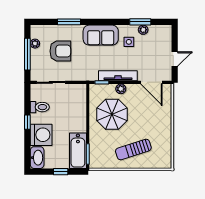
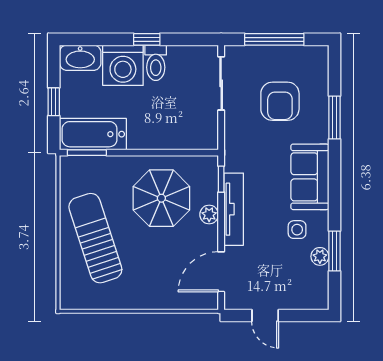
plant: (35, 44) -> (294, 54), removed
toilet: (40, 107) -> (156, 63), moved
sun lounger: (133, 149) -> (95, 238), width x1.36, depth x1.34

